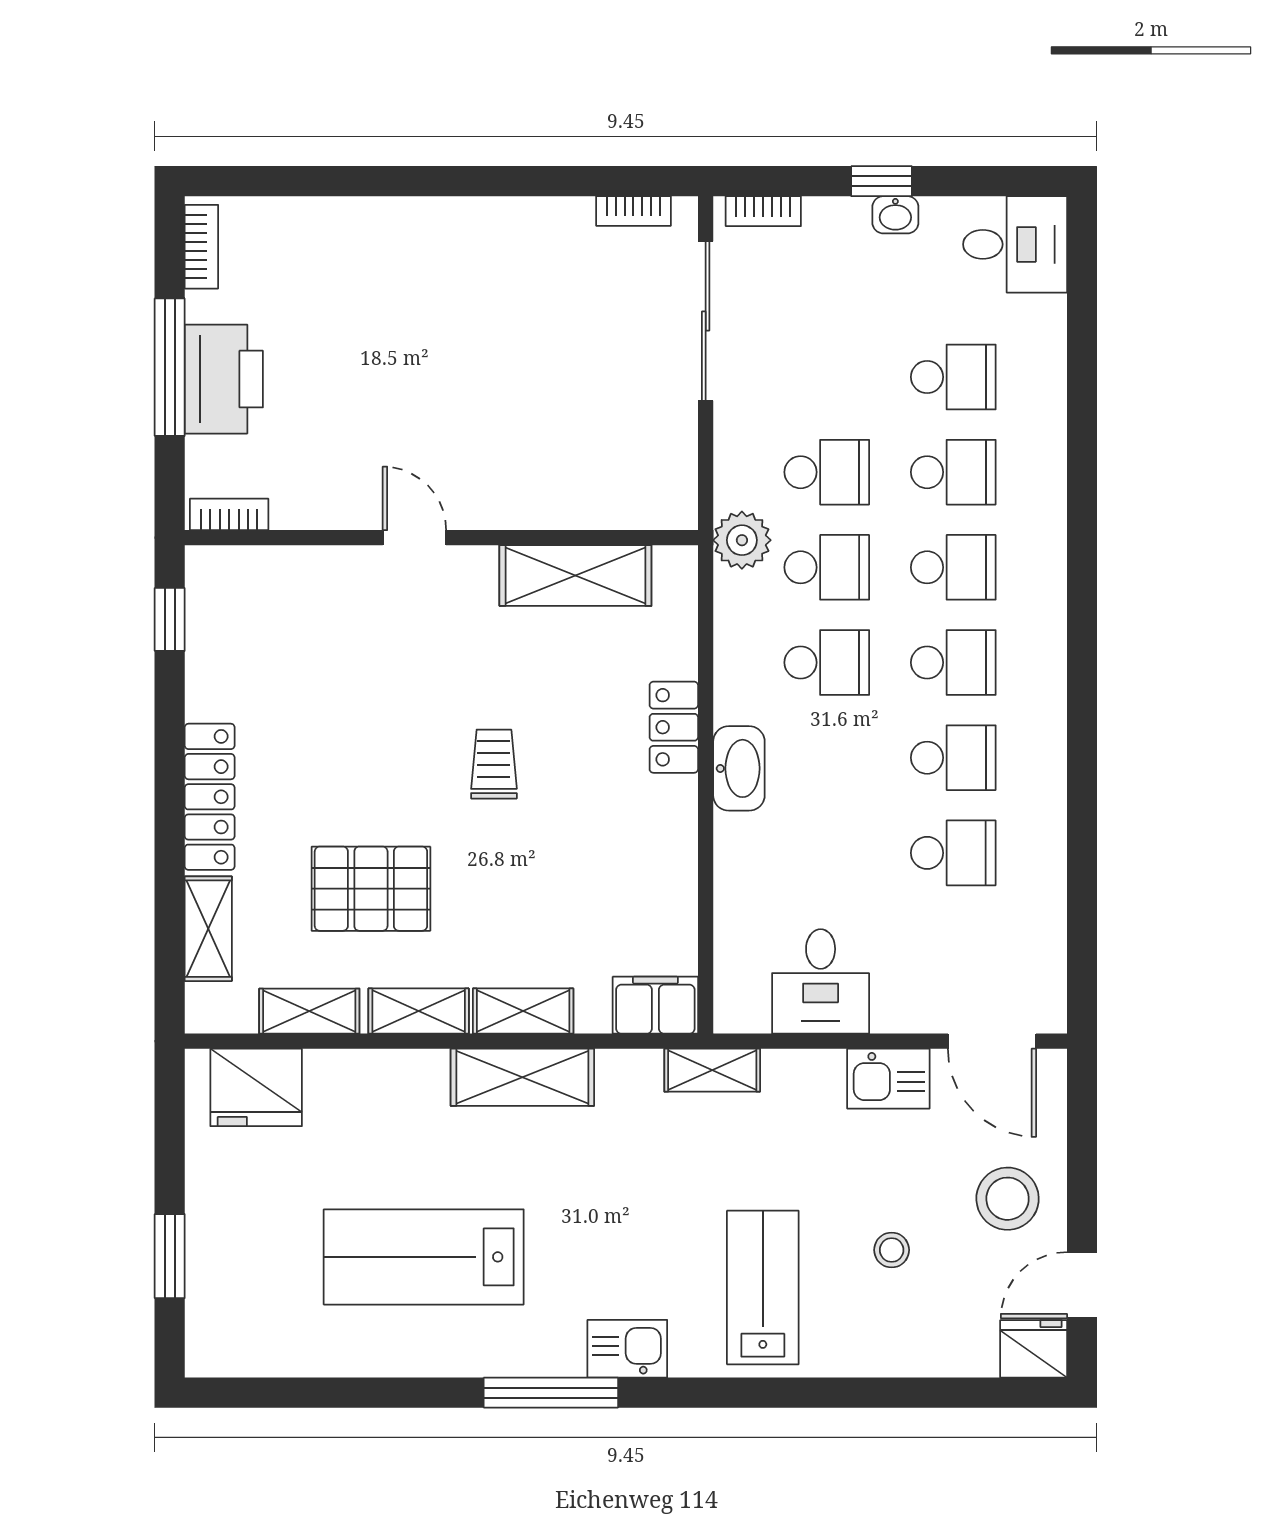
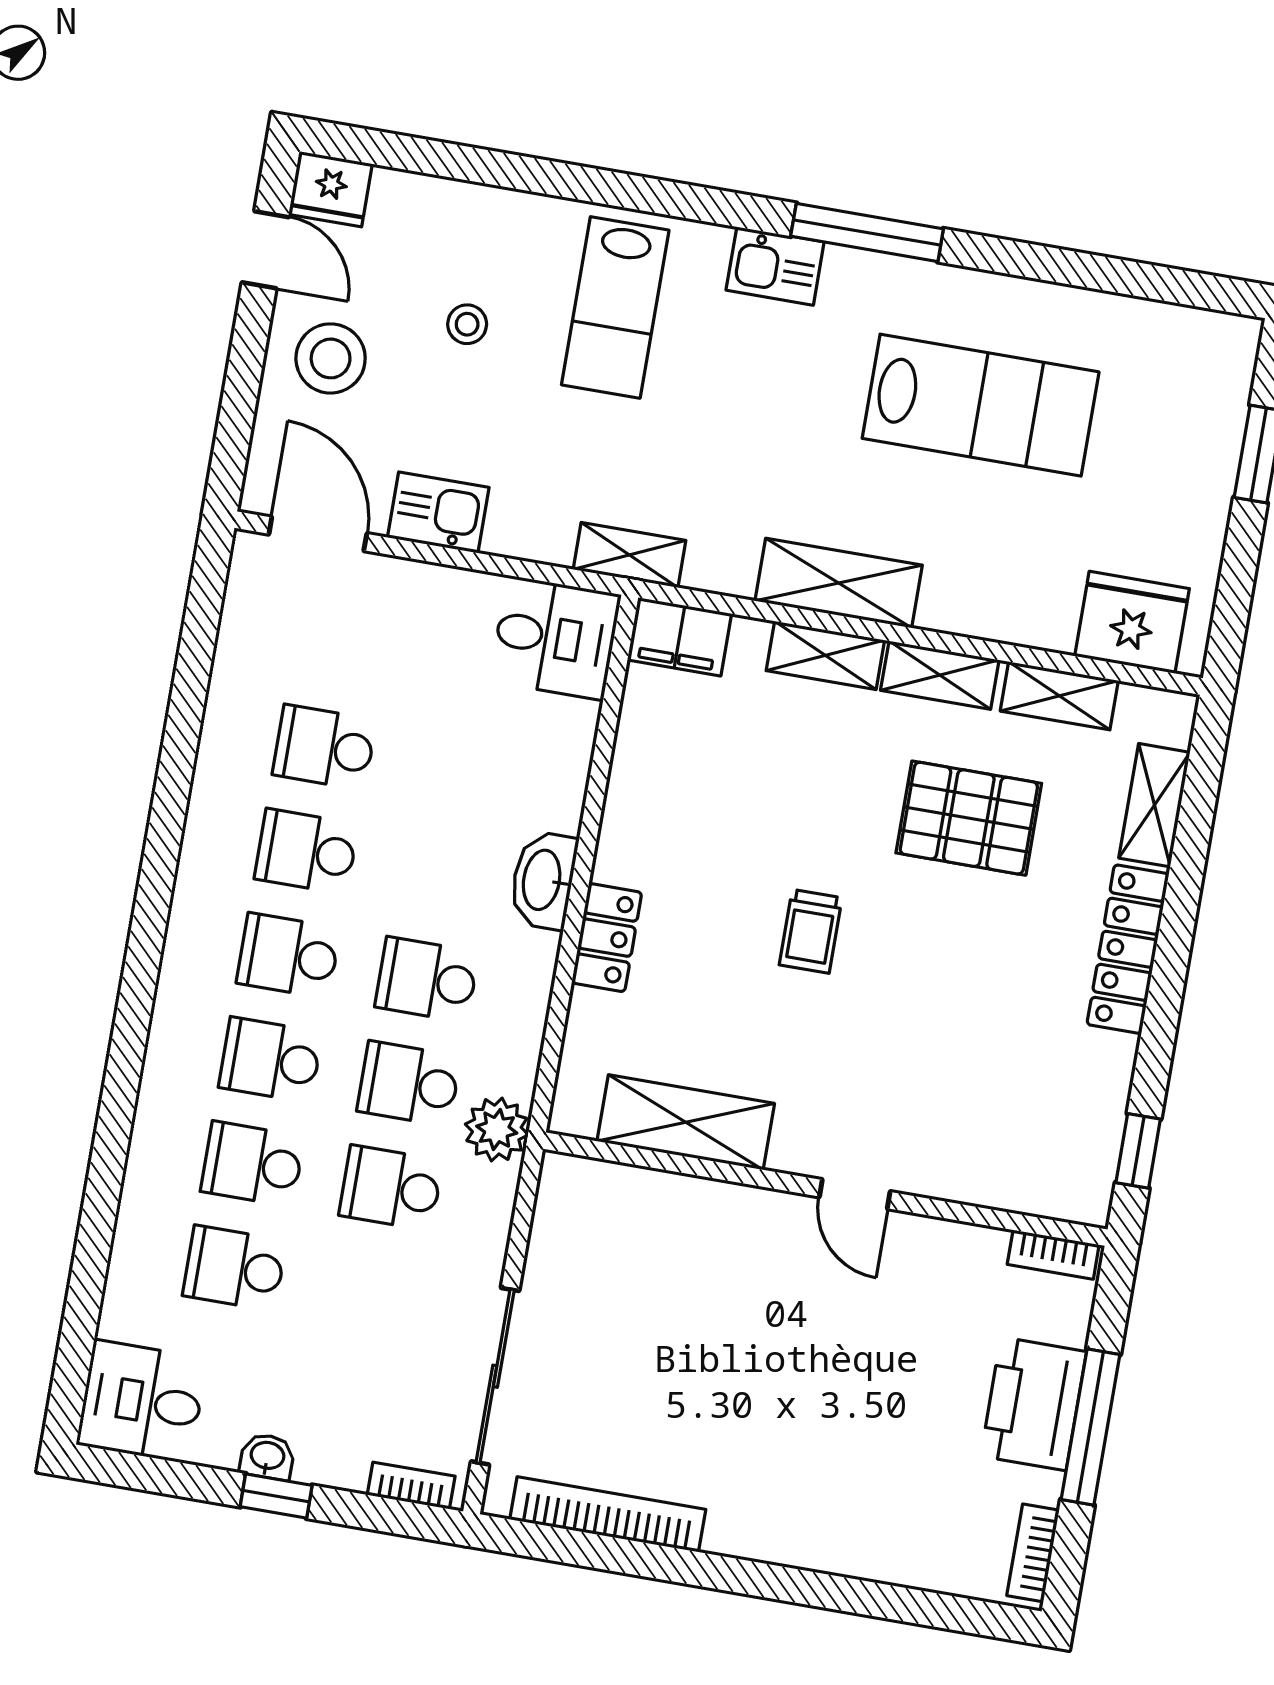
bookcase: (633, 211) -> (608, 1514), width x2.31, depth x1.31
desk: (821, 981) -> (555, 638), moved, turned 90
door: (1082, 1285) -> (265, 250), hinge flipped

